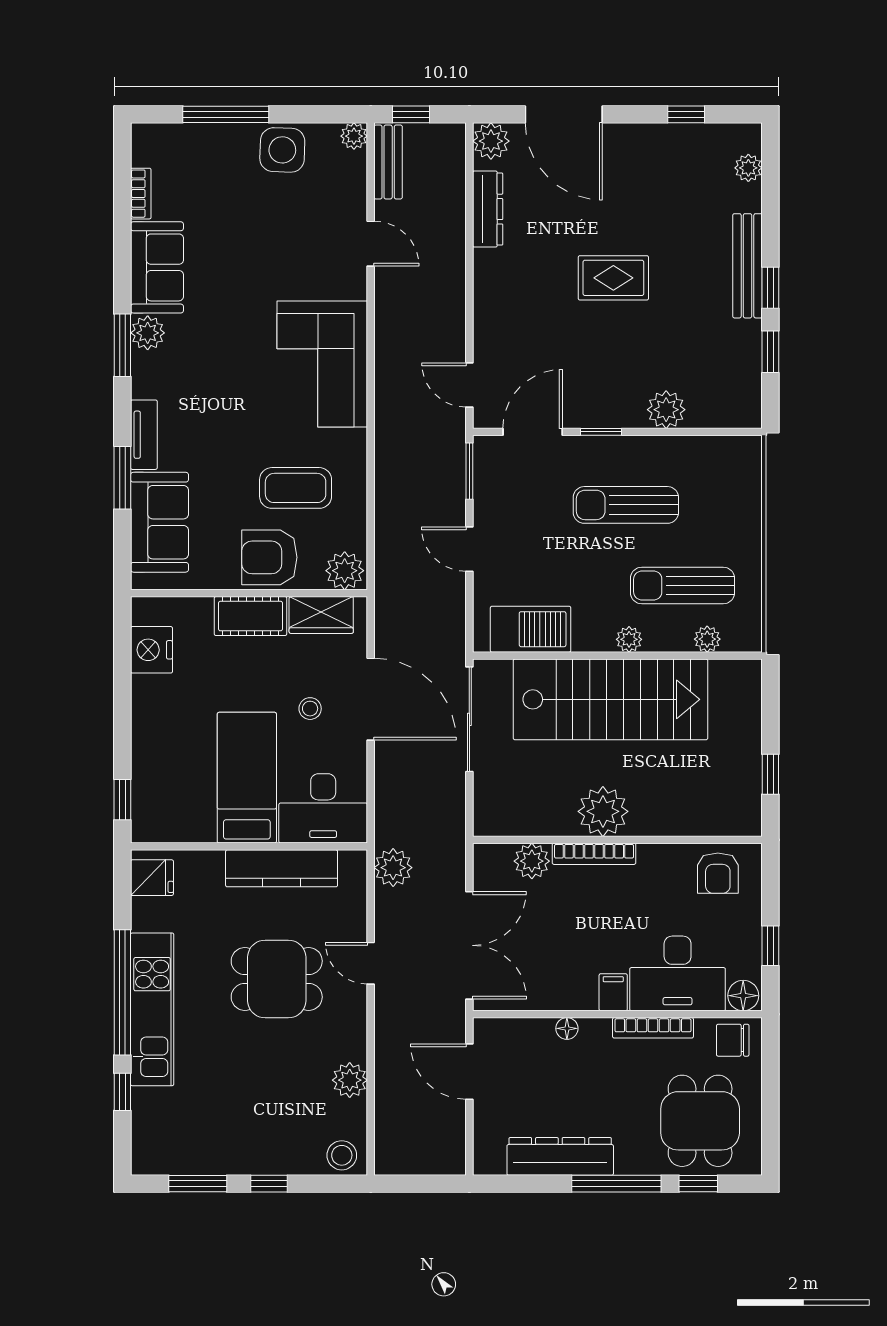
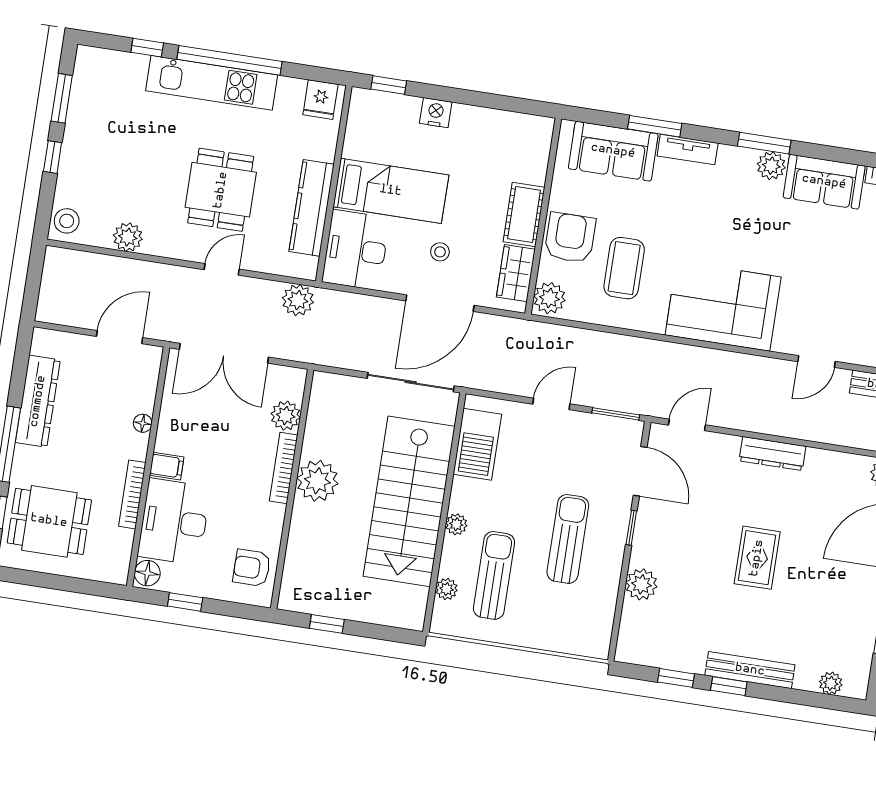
dresser: (488, 209) -> (772, 454), moved
nightstand: (151, 650) -> (436, 113), moved, width x0.74, depth x0.75
chair: (733, 1040) -> (112, 559), removed

